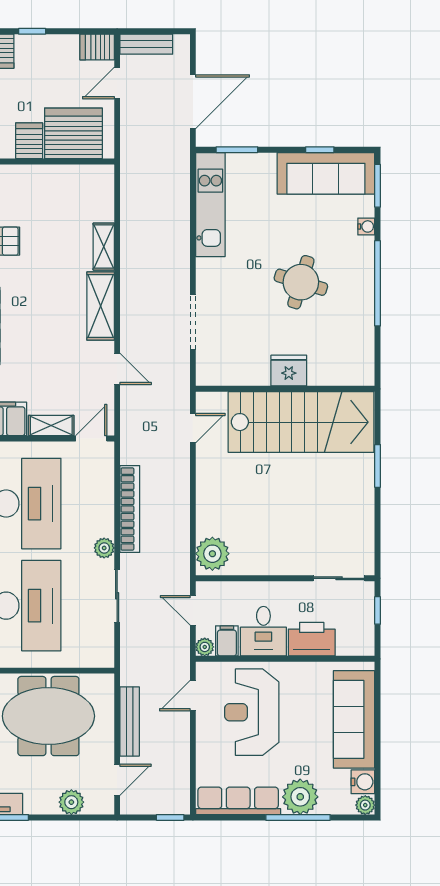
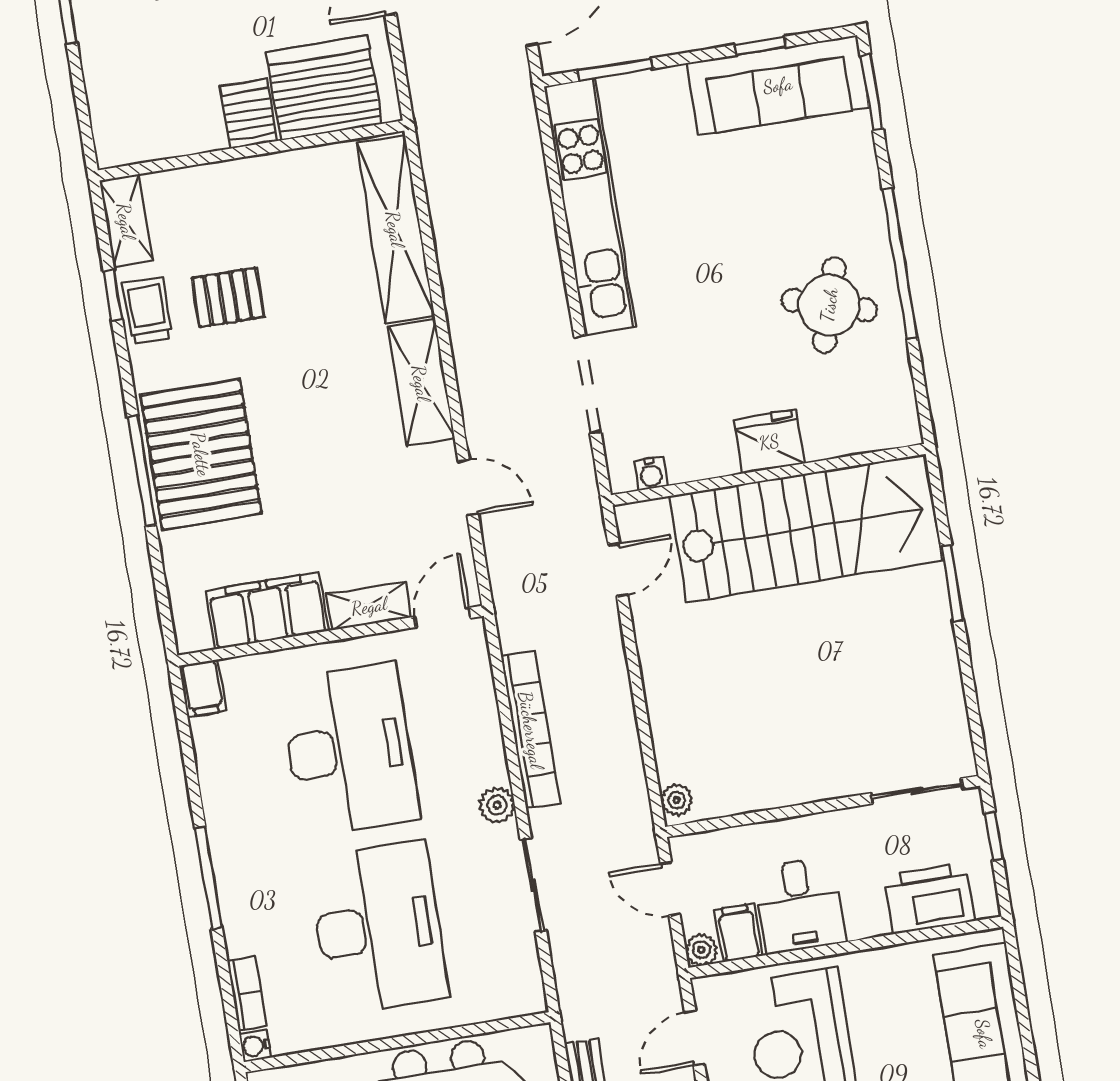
kitchen unit: (210, 205) -> (590, 207), width x1.36
water cooler: (366, 226) -> (651, 474), moved, turned 90
shelving: (104, 247) -> (395, 229), width x2.20, depth x1.33
round table: (301, 282) -> (829, 305), moved
plant: (212, 554) -> (677, 800), width x0.53, depth x0.53
printer: (312, 639) -> (929, 898), moved

